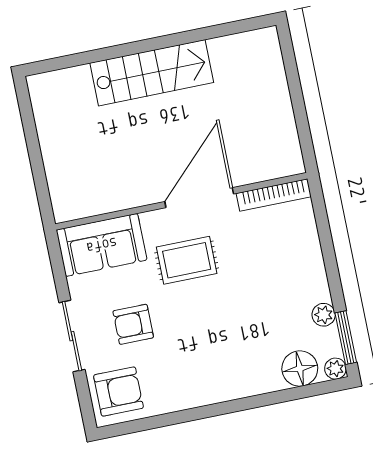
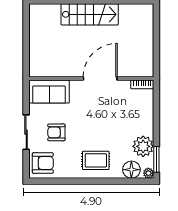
bookcase: (274, 195) -> (142, 84), width x0.64
rug: (187, 260) -> (96, 160), moved
plant: (324, 315) -> (143, 146), width x1.87, depth x1.87

